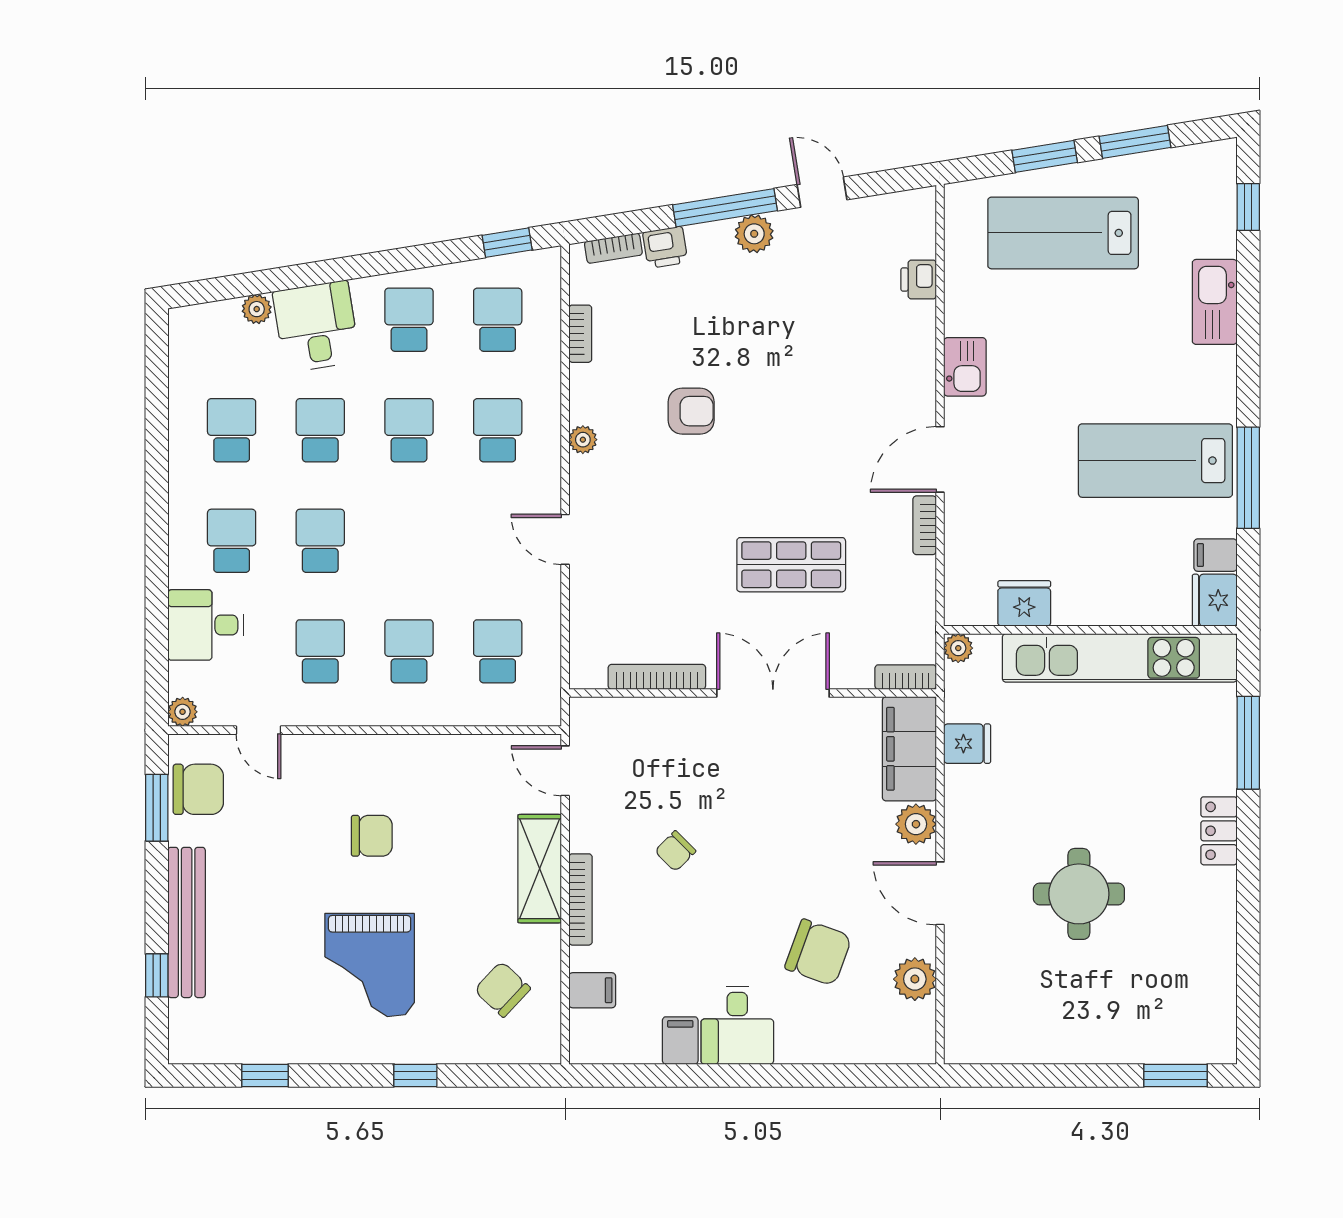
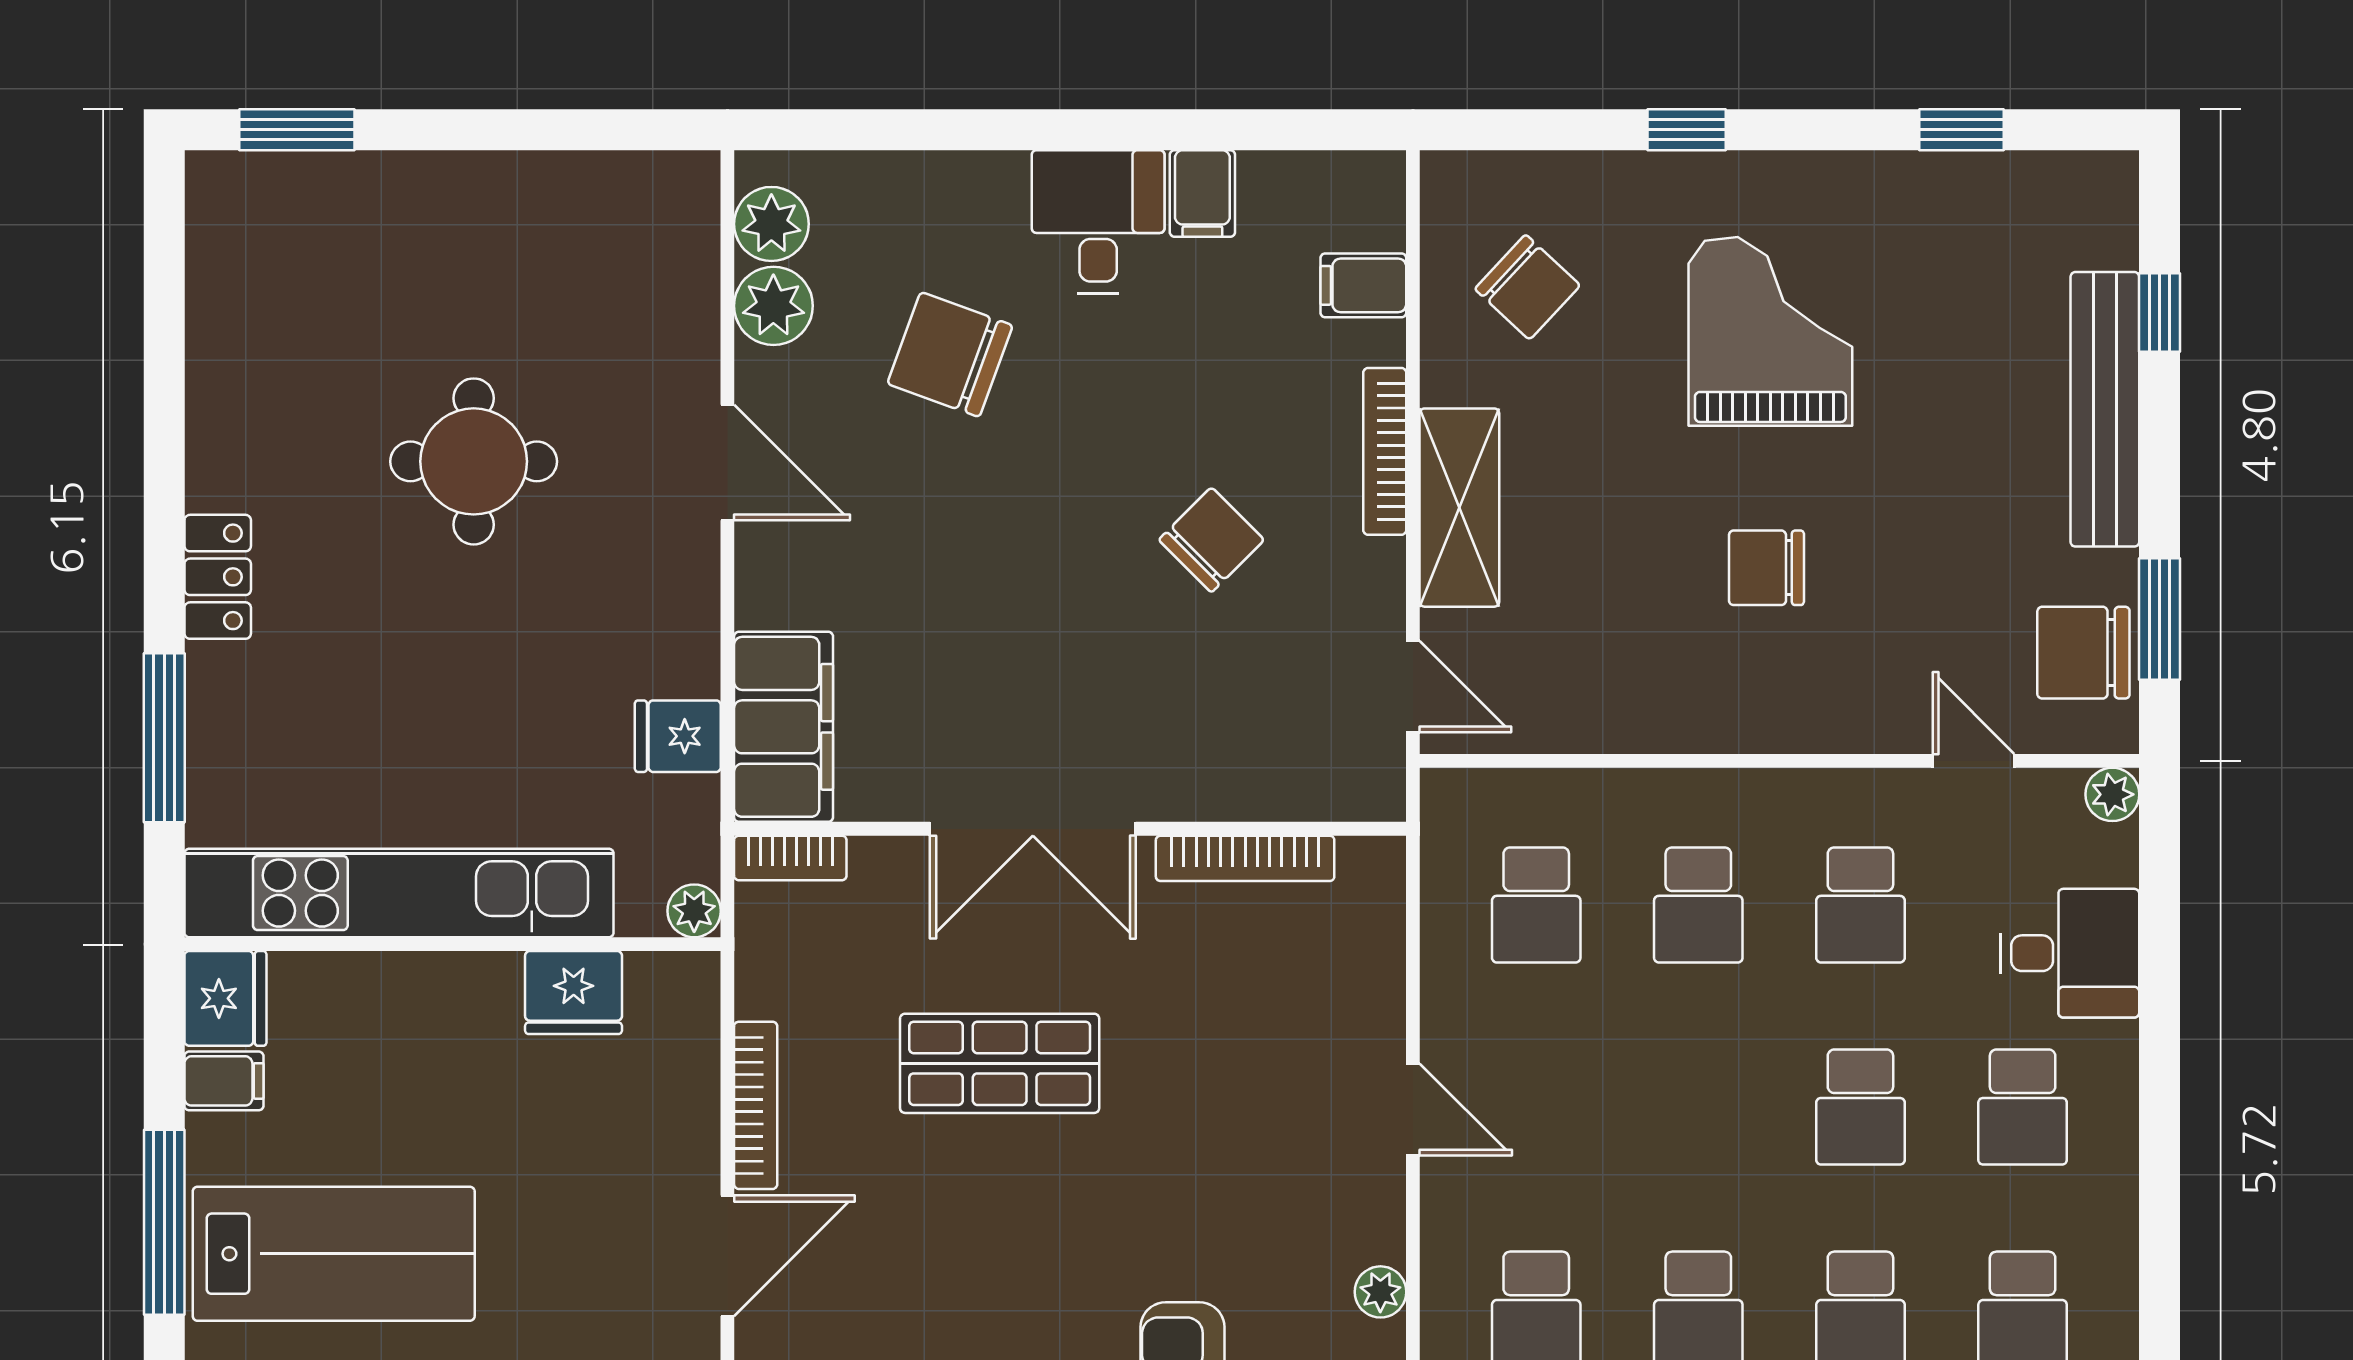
bookcase: (925, 525) -> (756, 1105), width x1.56
plant: (916, 824) -> (771, 224), moved
chair: (675, 851) -> (1211, 540), width x1.37, depth x1.37

